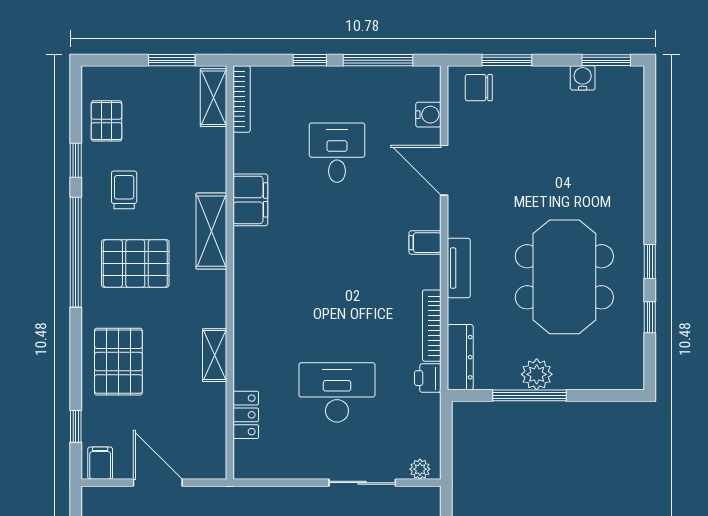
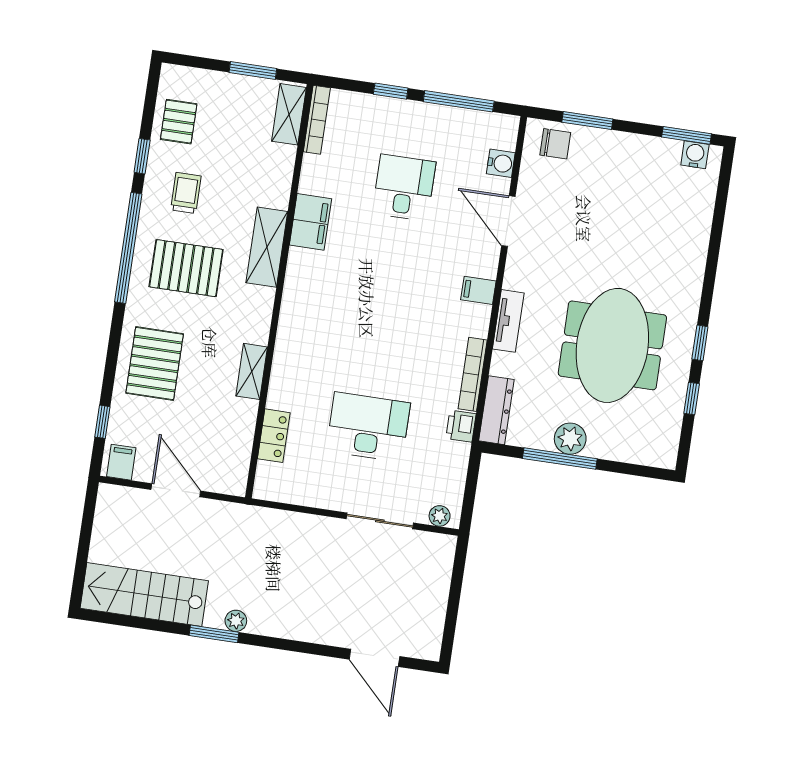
water cooler: (583, 78) -> (695, 155), moved
chair: (479, 88) -> (555, 144), turned 180

